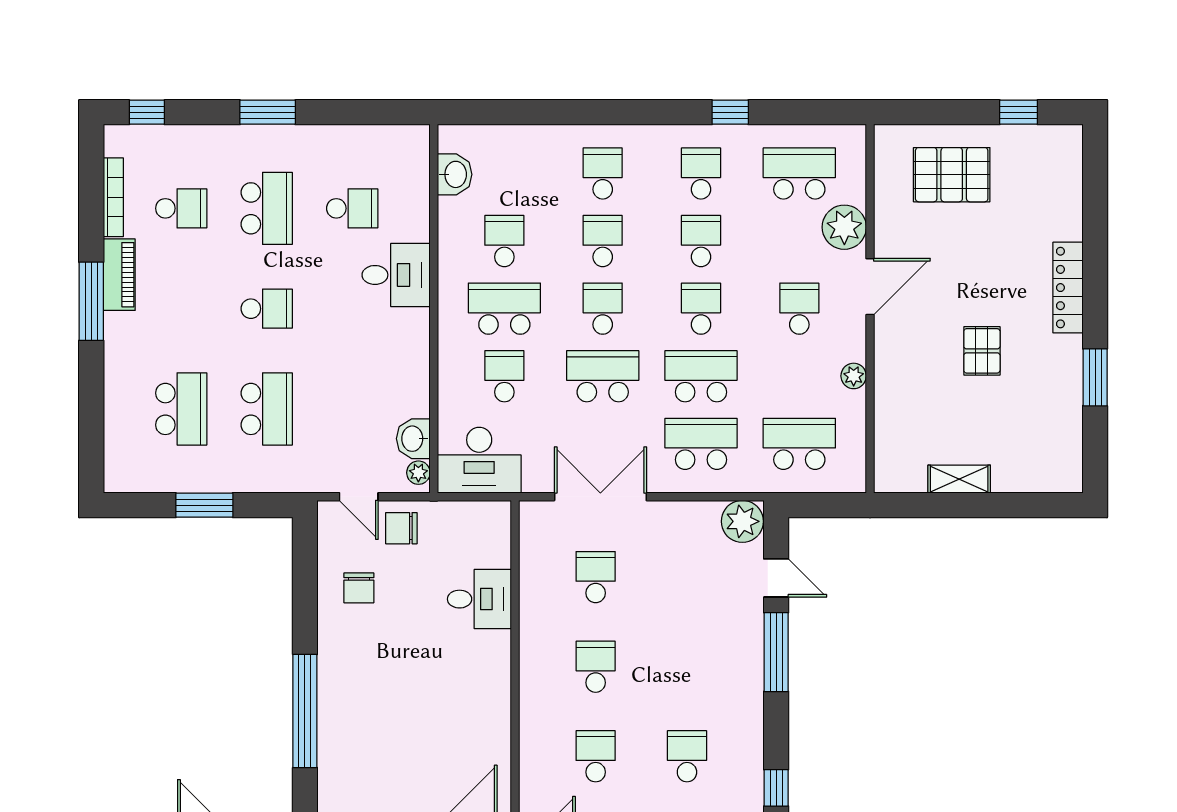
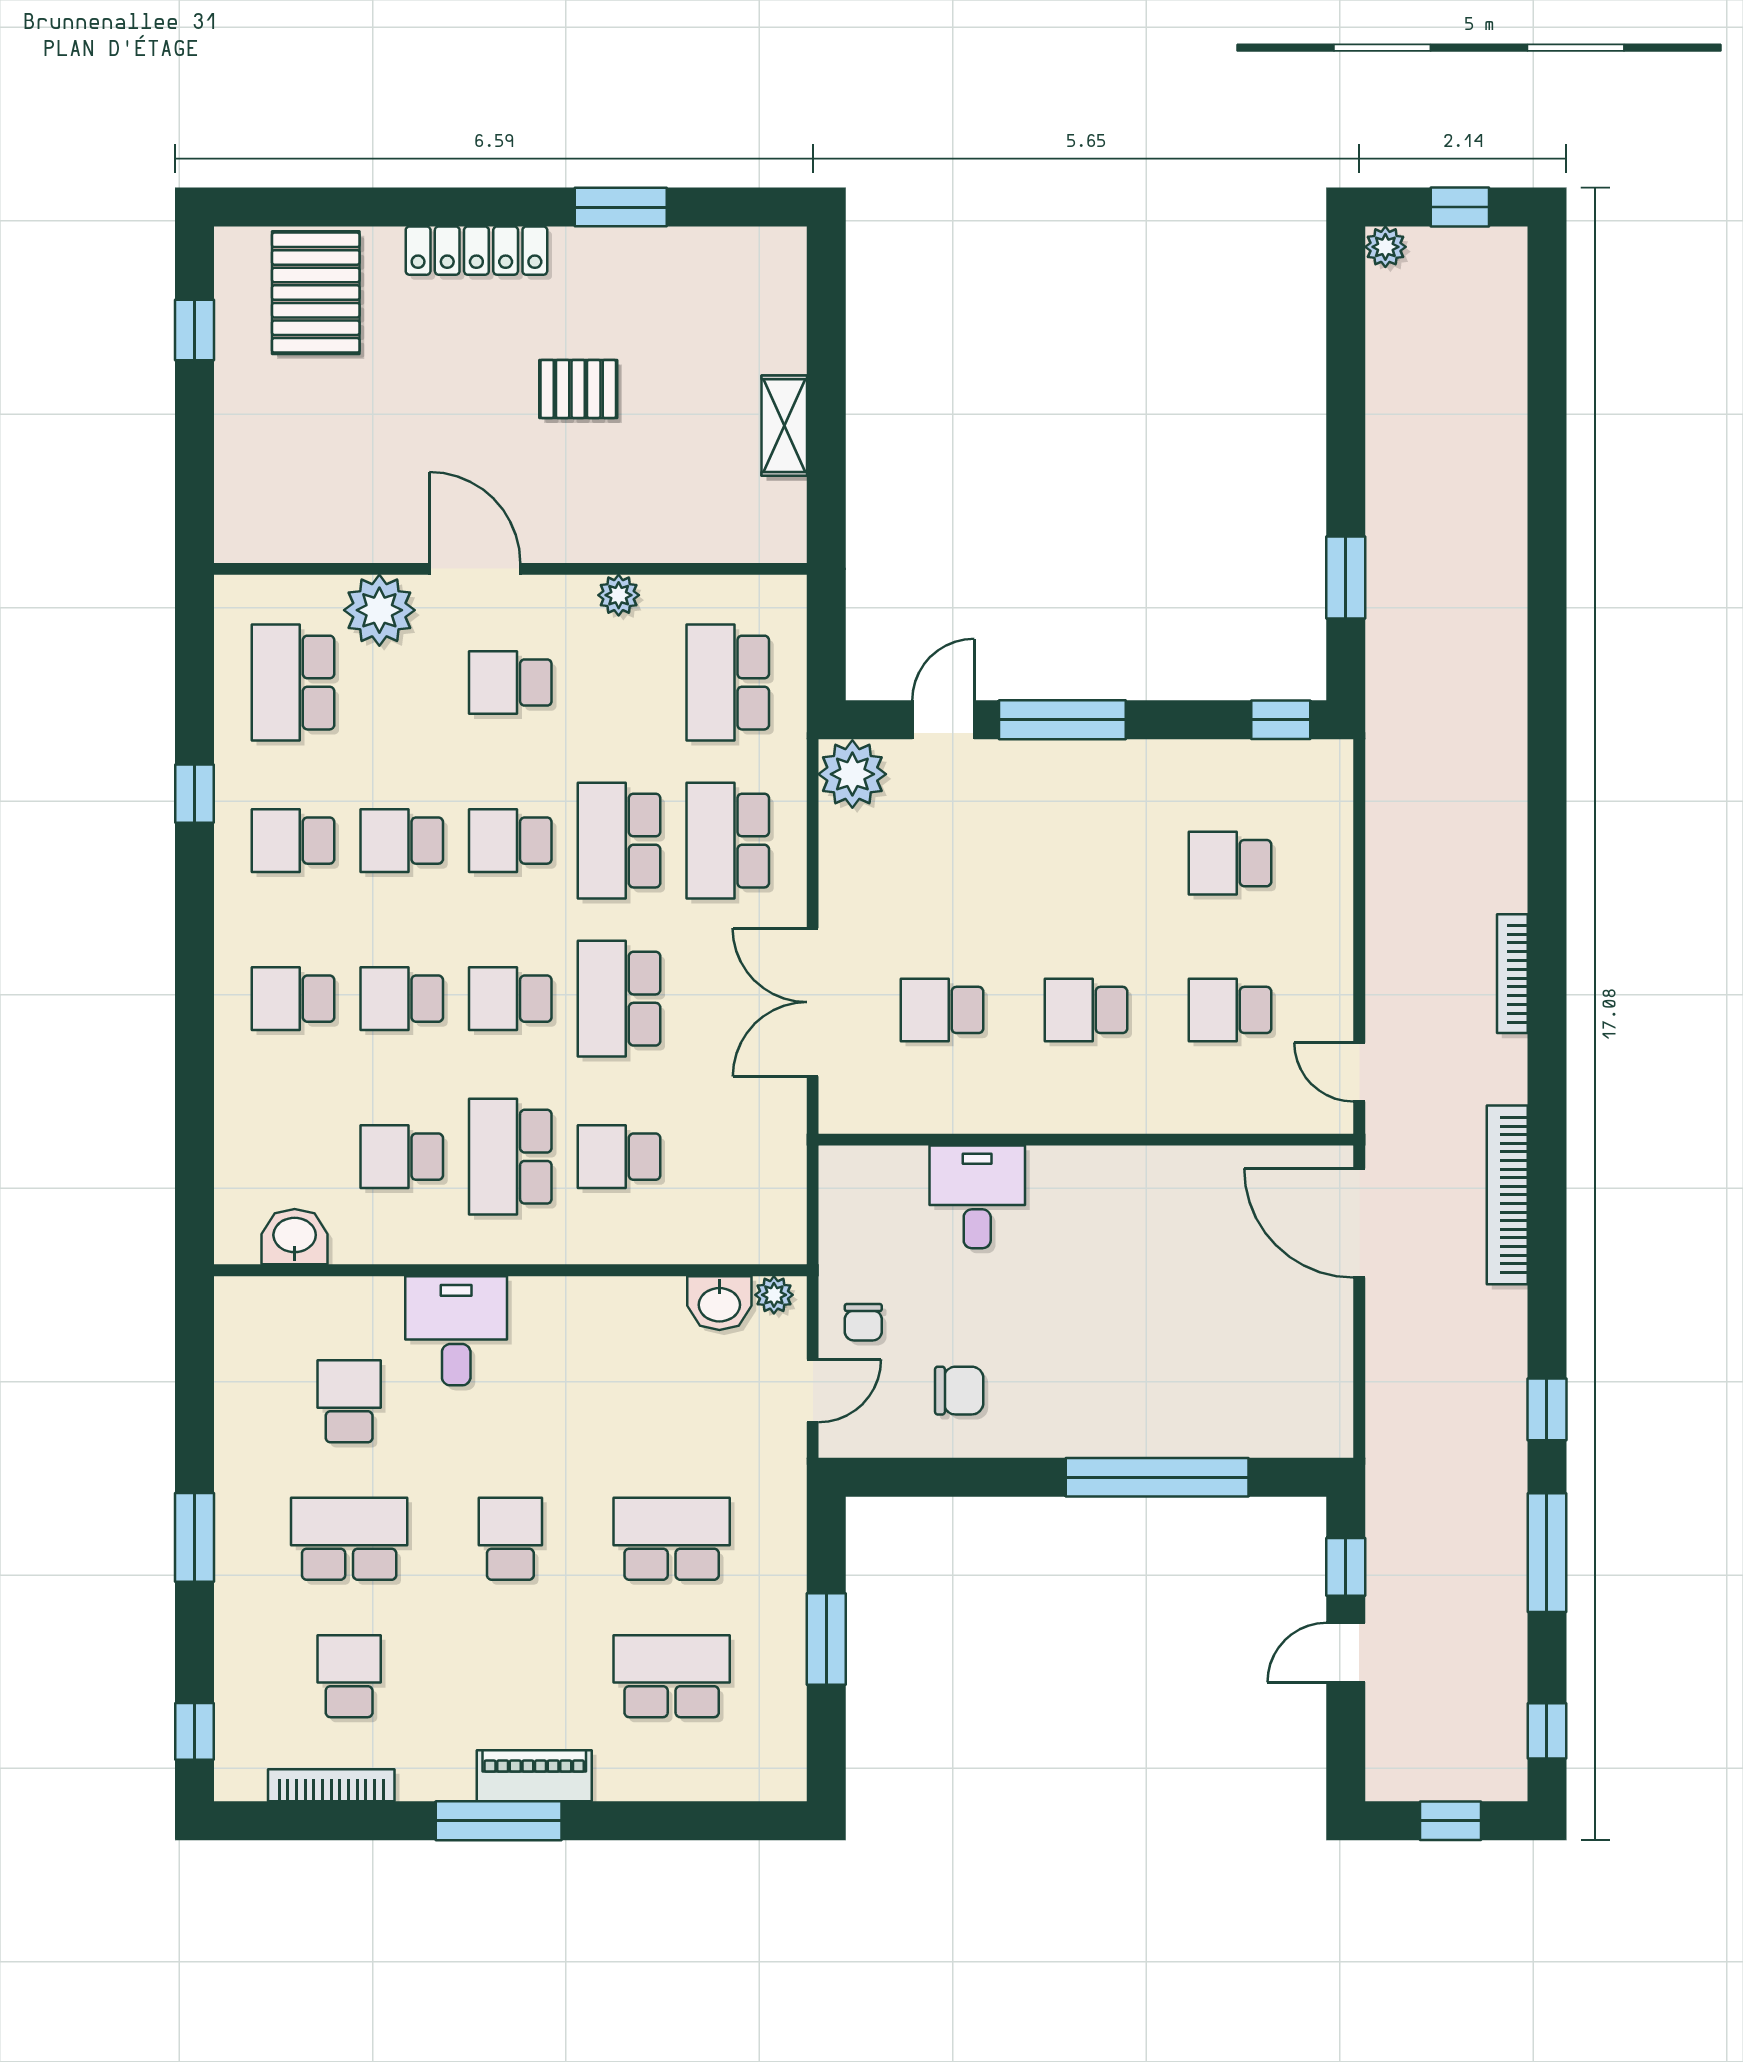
pallet: (952, 175) -> (316, 293), moved
piano: (119, 275) -> (534, 1776), moved
desk: (479, 460) -> (754, 1197), removed
chair: (401, 528) -> (863, 1322), width x0.73, depth x0.73

